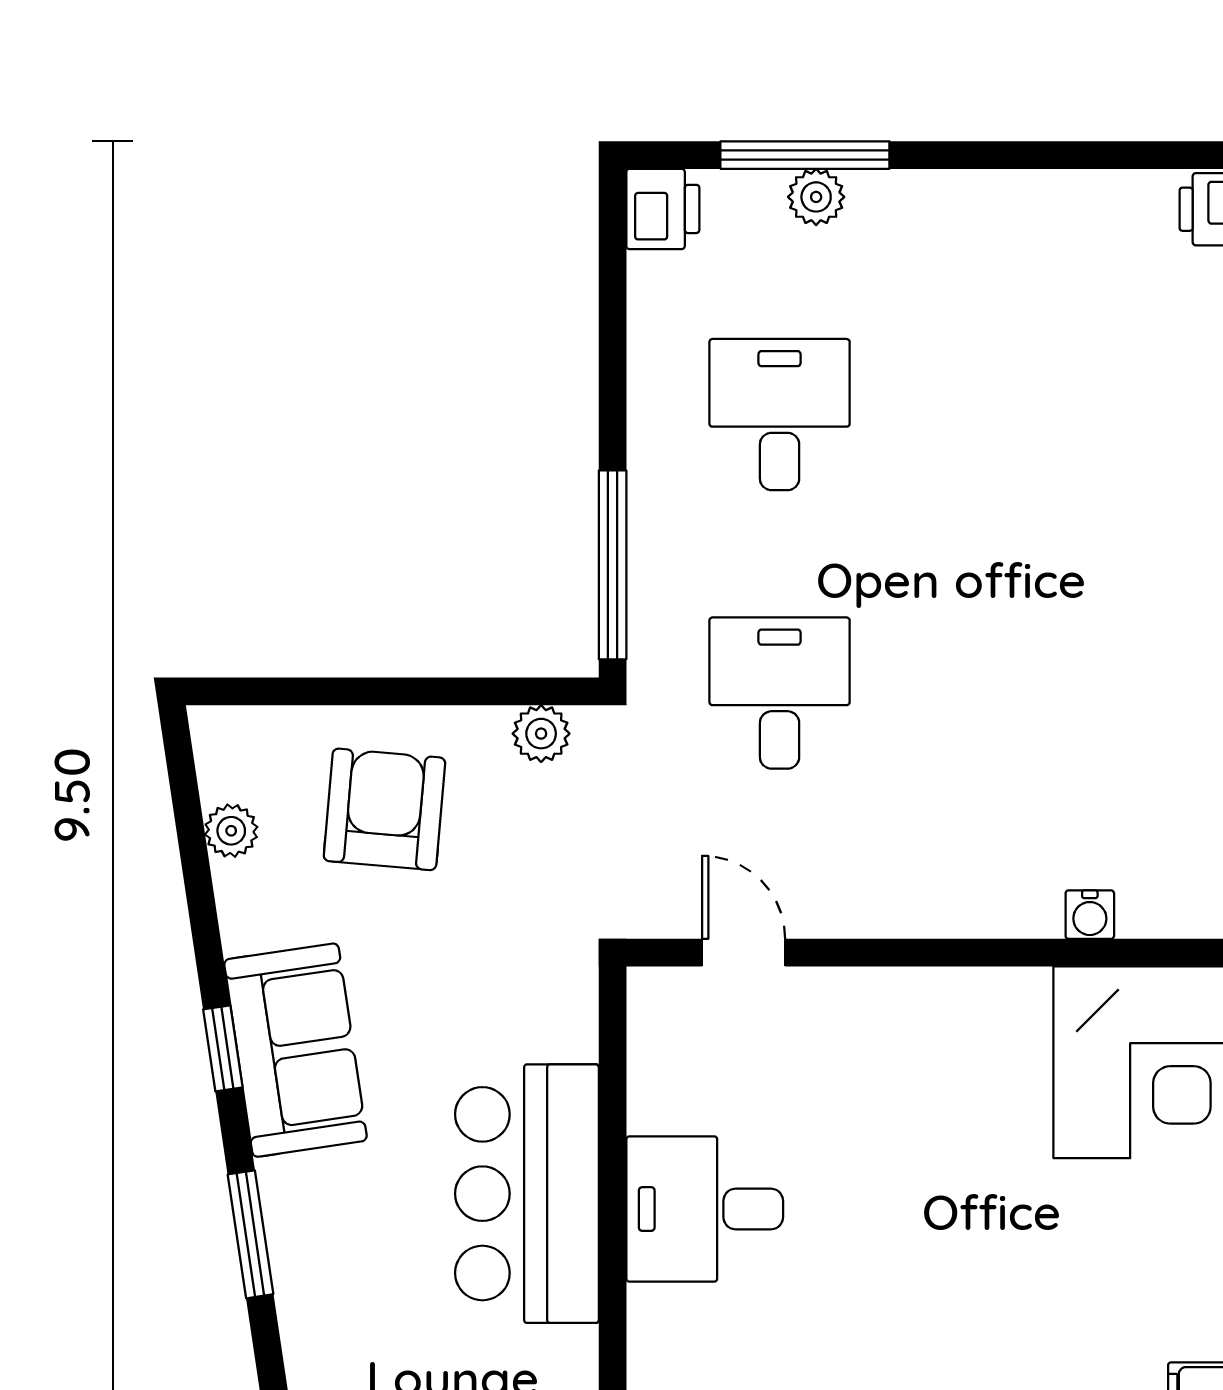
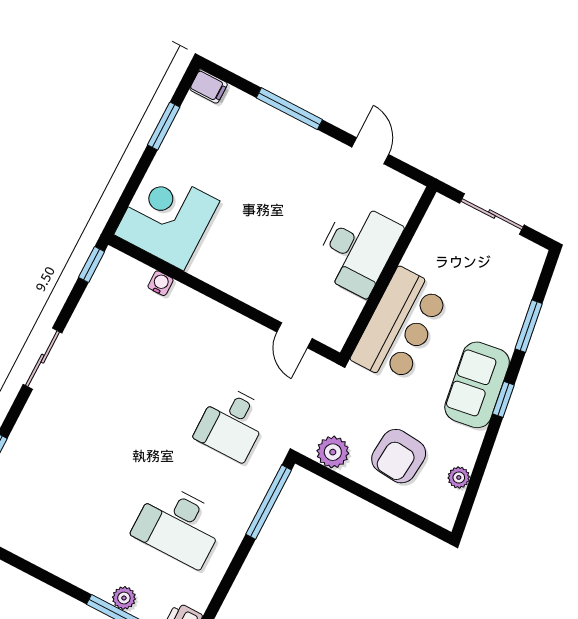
desk: (780, 415) -> (179, 525), width x1.37
plant: (541, 734) -> (333, 452), width x1.38, depth x1.38
bar counter: (527, 1194) -> (400, 326), moved
desk: (705, 1209) -> (358, 249), width x1.37

